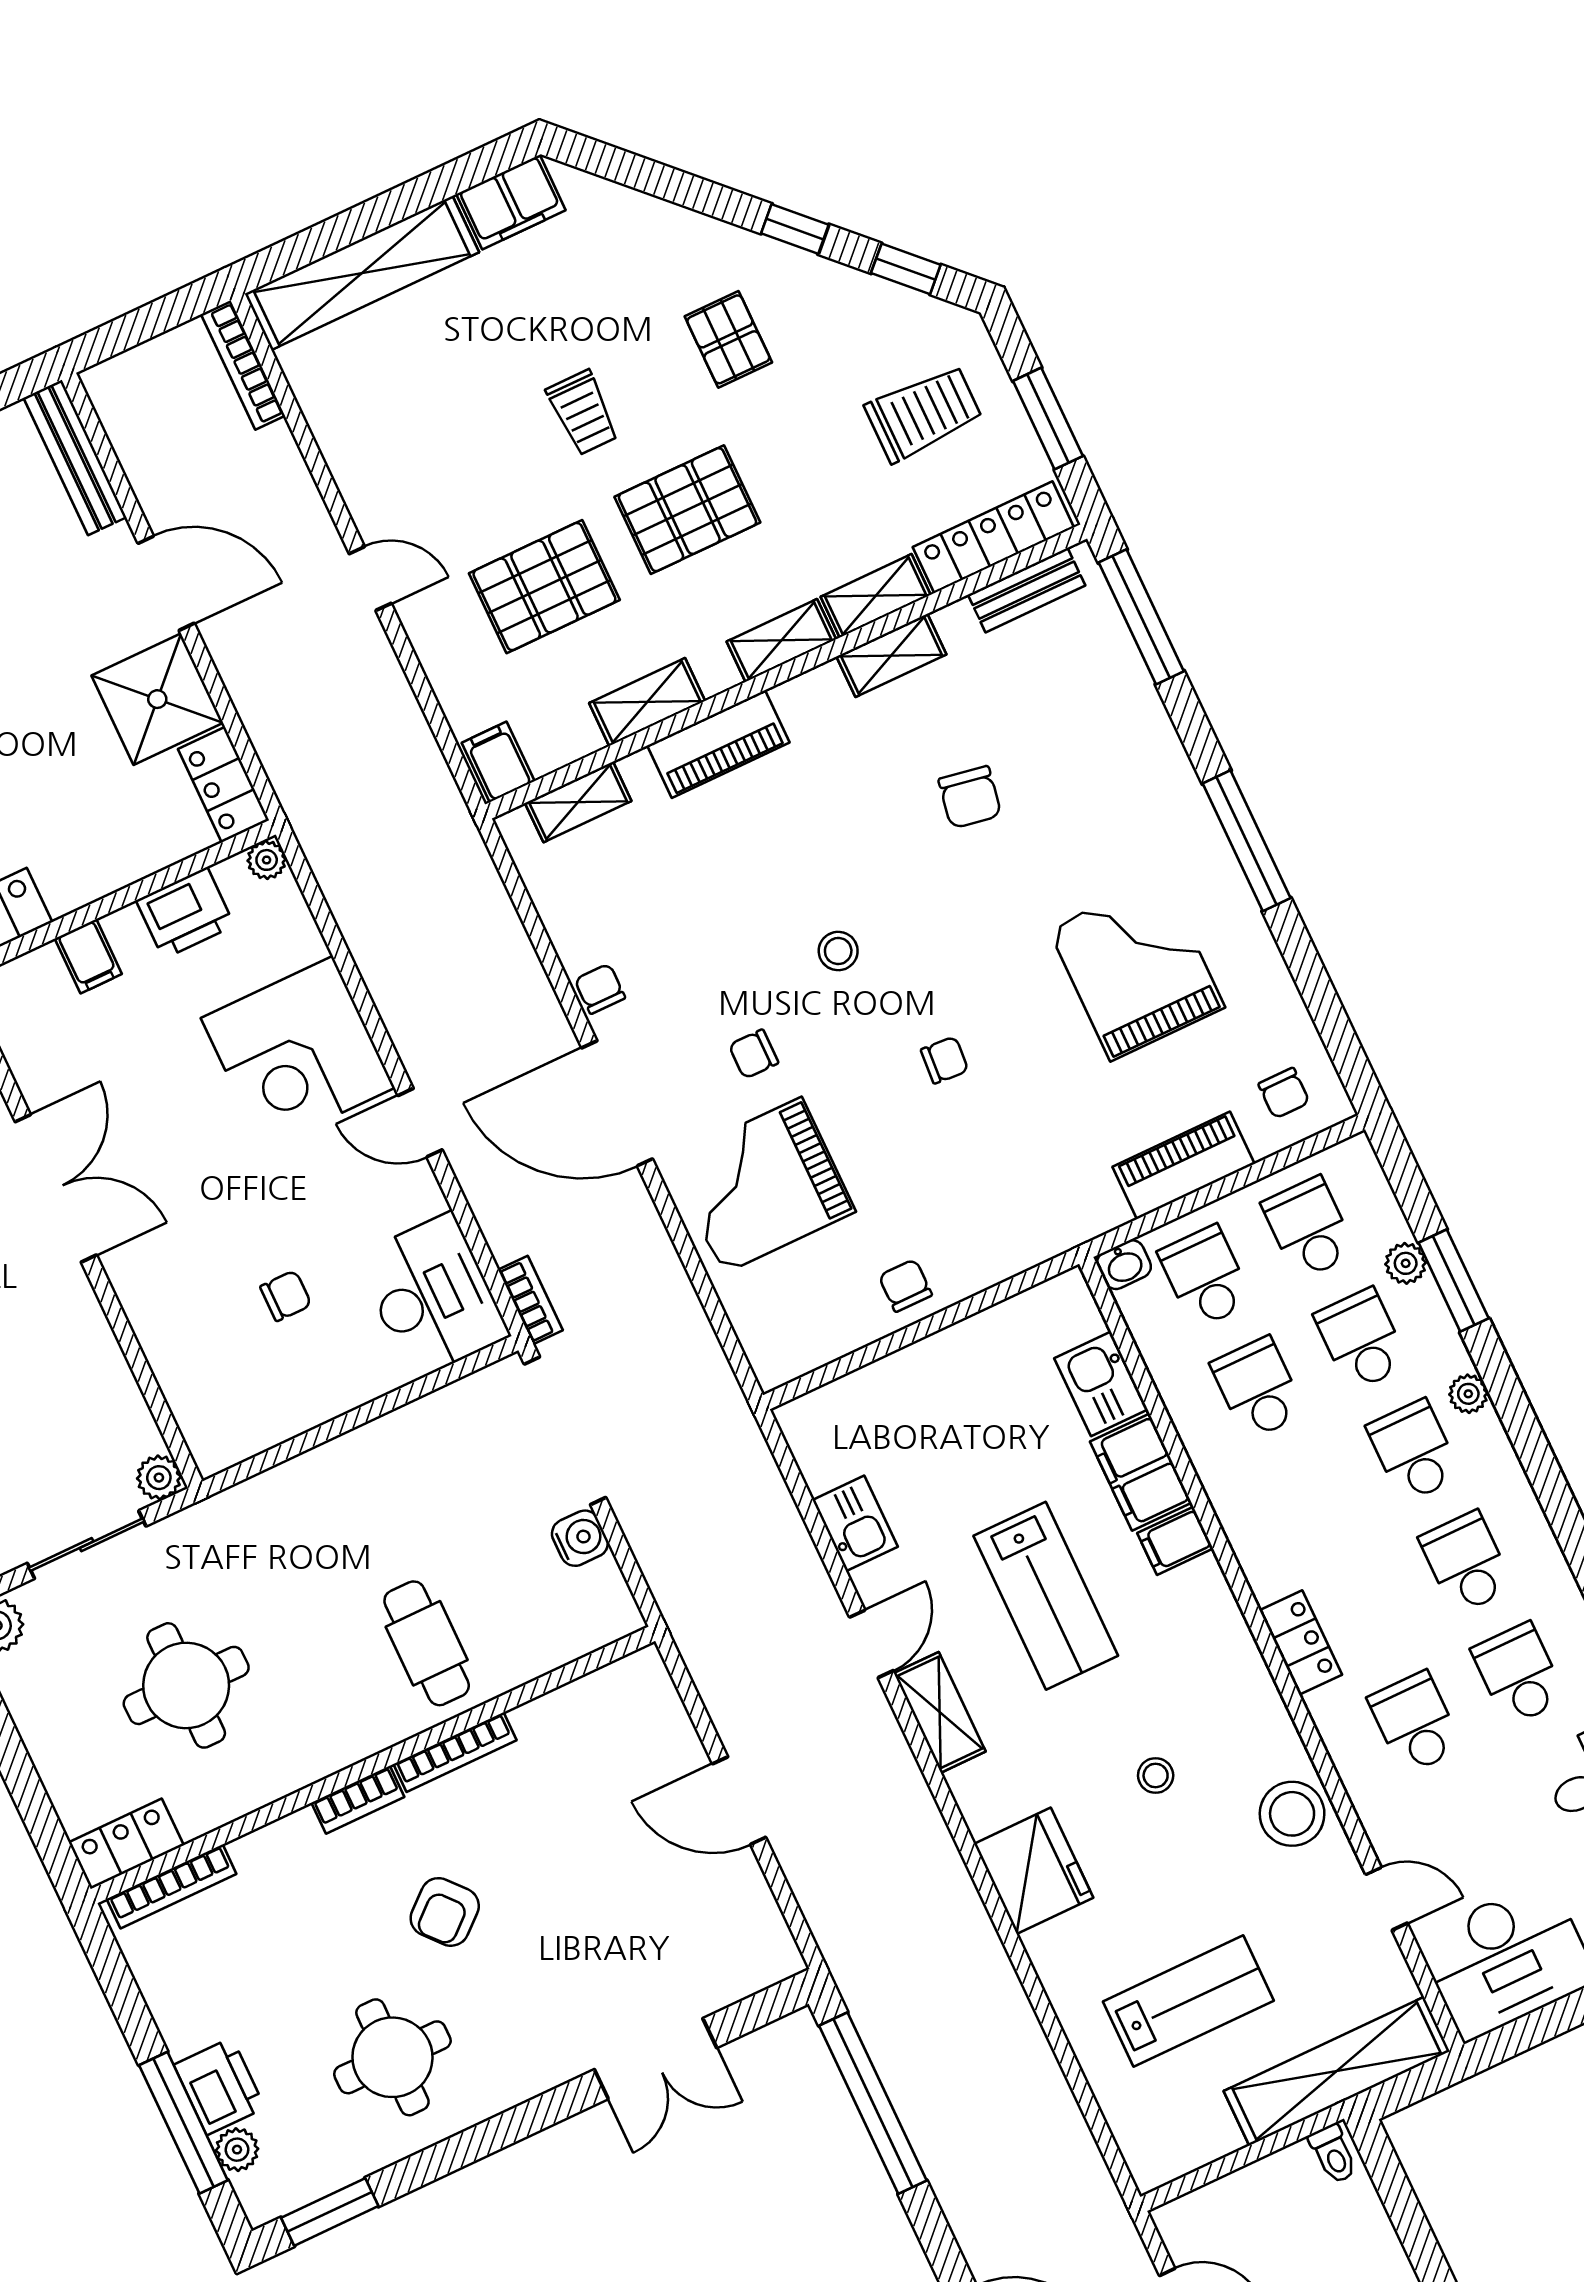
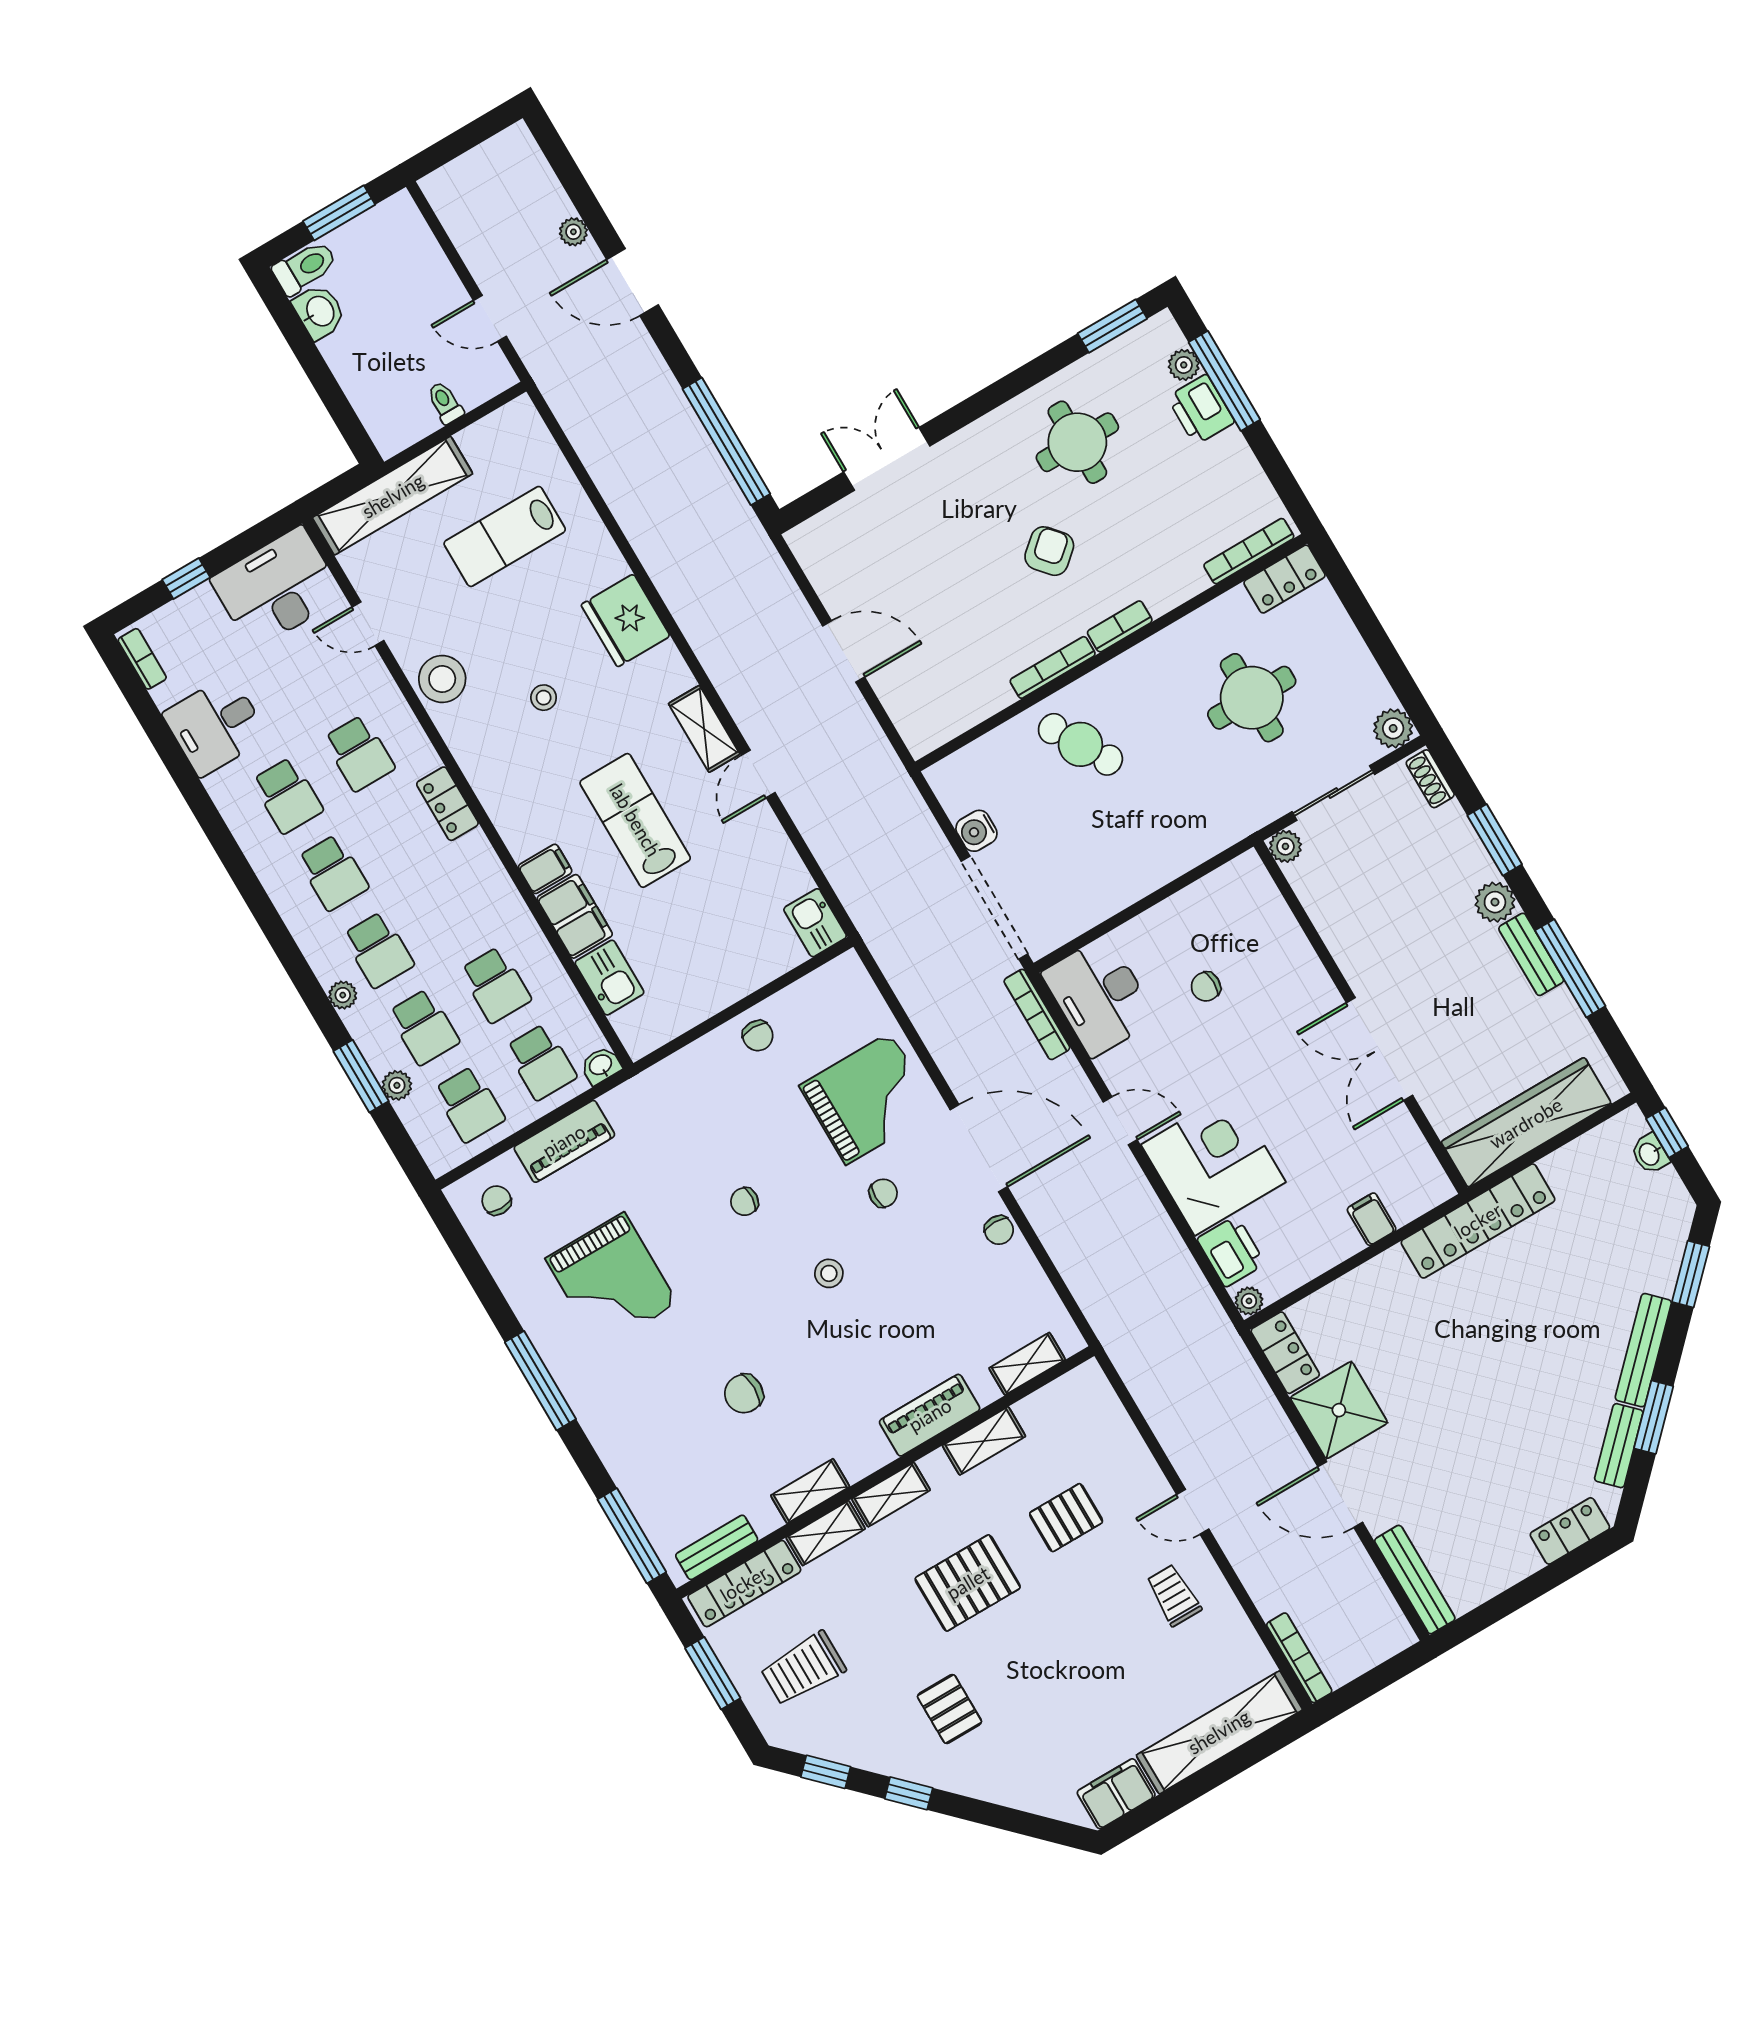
trolley: (583, 413) -> (1174, 1595), moved
pallet: (544, 587) -> (1066, 1518), width x0.67, depth x0.71
filing cabinet: (498, 762) -> (1088, 1388), removed
chair: (970, 797) -> (744, 1394), turned -100
printer: (185, 913) -> (1231, 1251), moved, turned 90
bookcase: (530, 1300) -> (1037, 1014), width x1.56
kitchen sink: (855, 1523) -> (815, 923), moved
cafe table: (427, 1643) -> (1080, 744), turned -30
toilet: (1333, 2154) -> (445, 403), moved

